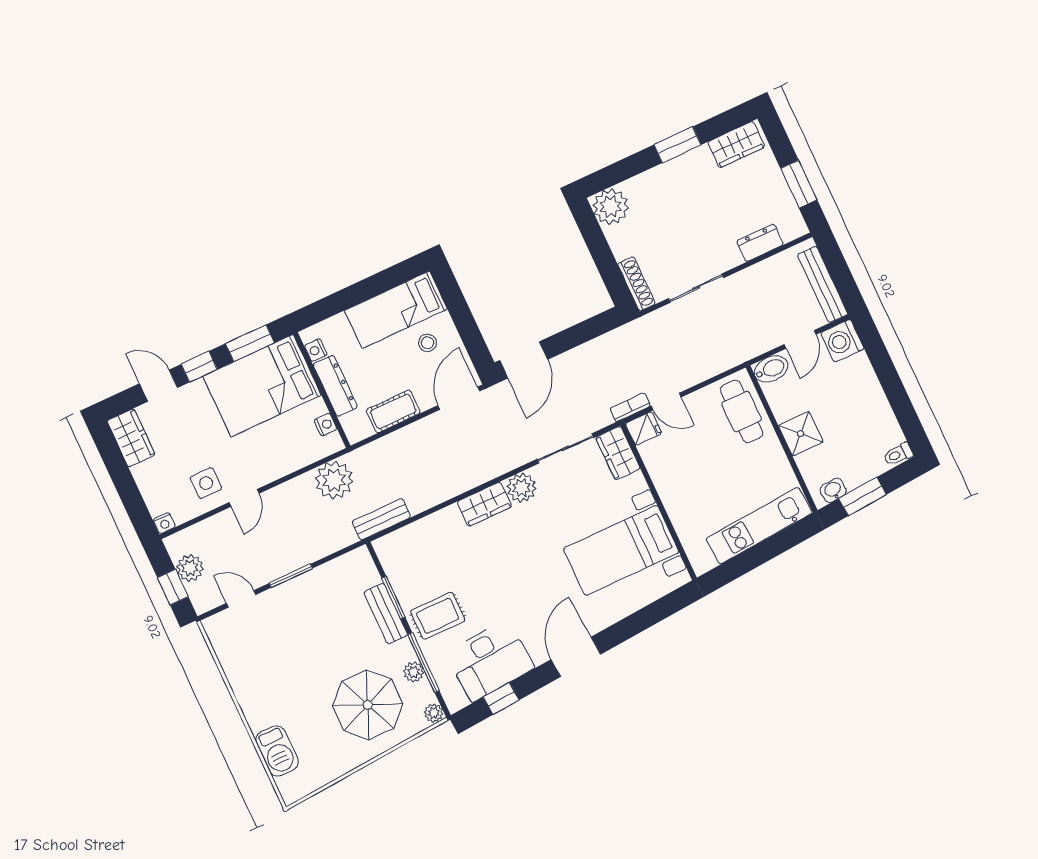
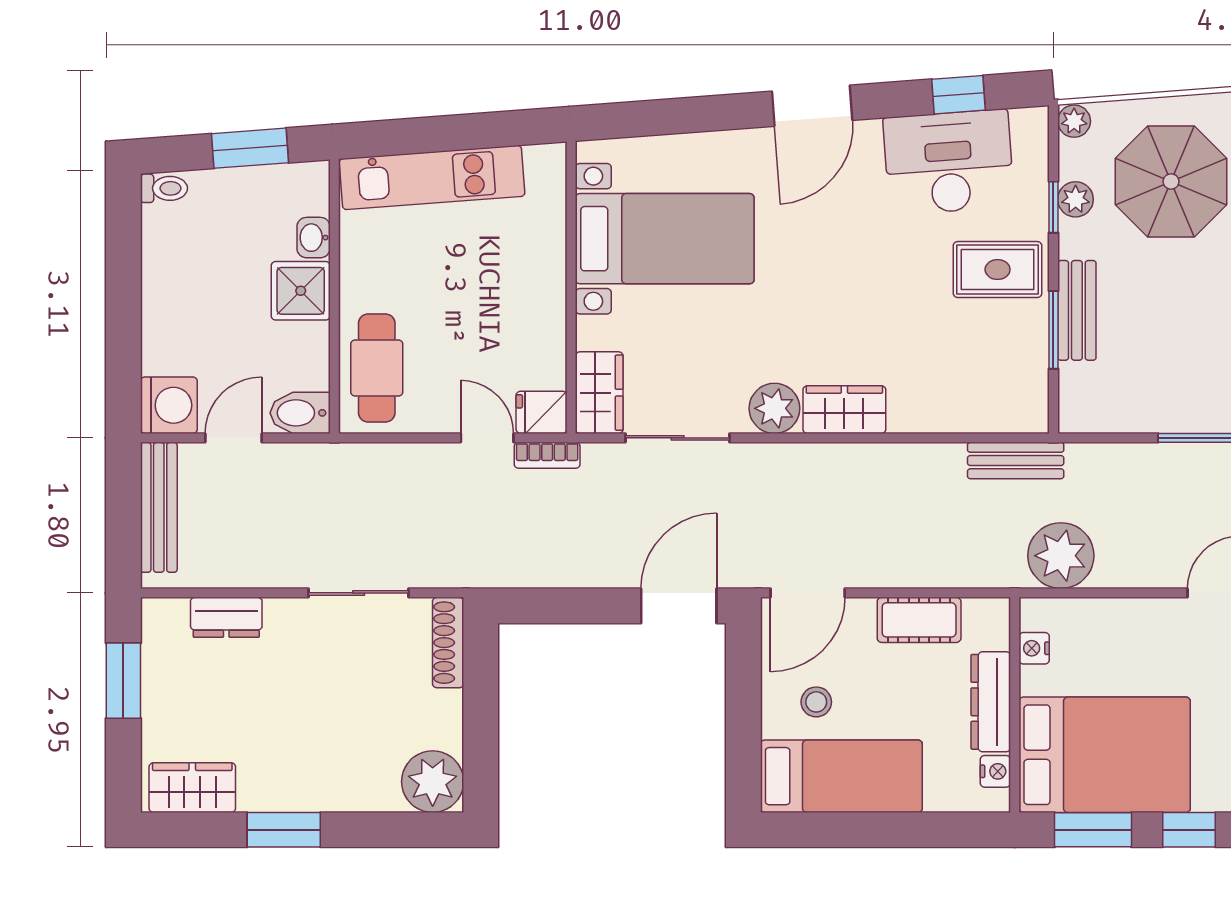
washbasin: (833, 490) -> (314, 238), moved, turned 94
window: (423, 662) -> (1053, 207), width x0.46

